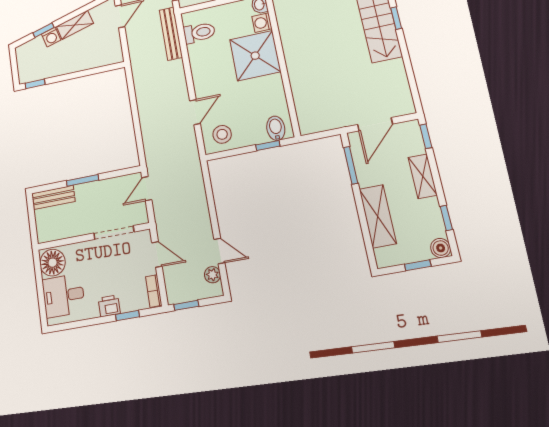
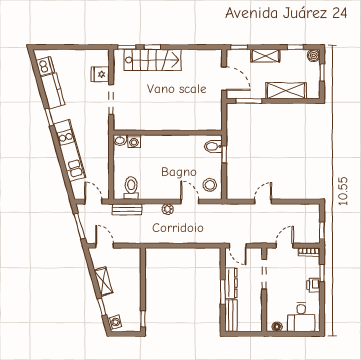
bench: (171, 34) -> (127, 209), width x0.73
washing machine: (51, 37) -> (115, 322), moved
shower: (255, 56) -> (158, 151), removed
dresser: (96, 189) -> (231, 283), added
door: (219, 251) -> (263, 202), moved
floor lamp: (53, 263) -> (277, 327), width x0.53, depth x0.53
plant: (212, 275) -> (168, 209), moved

